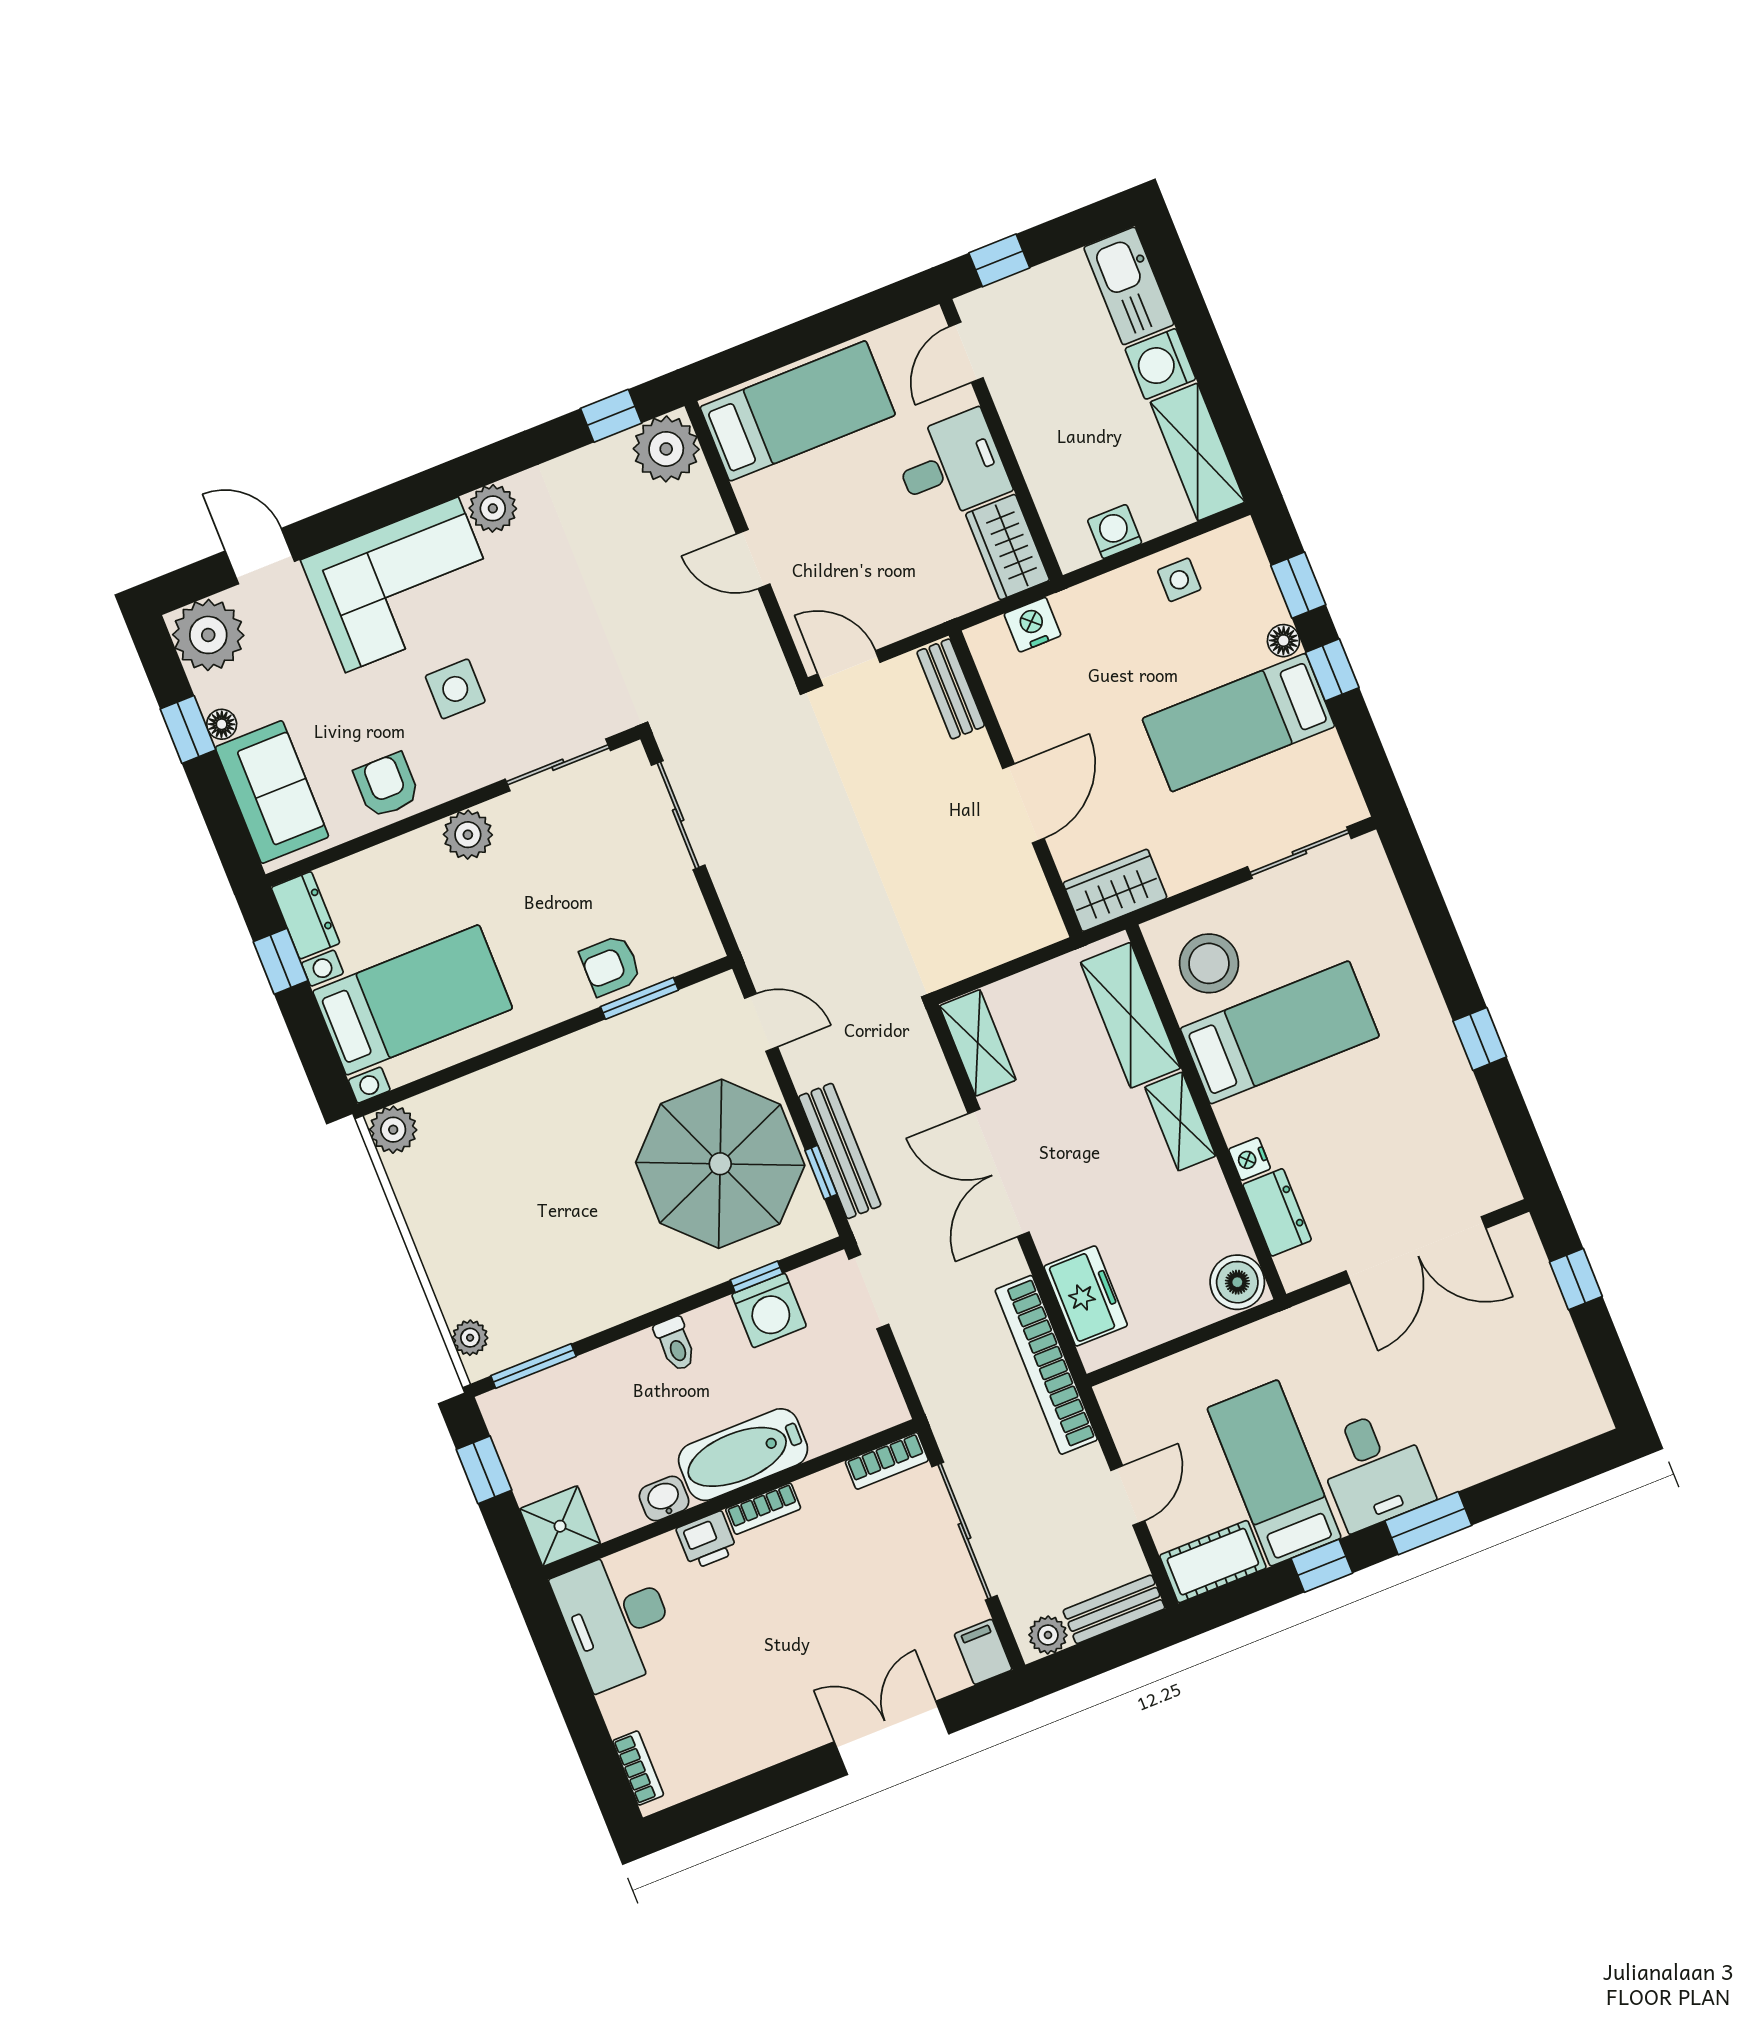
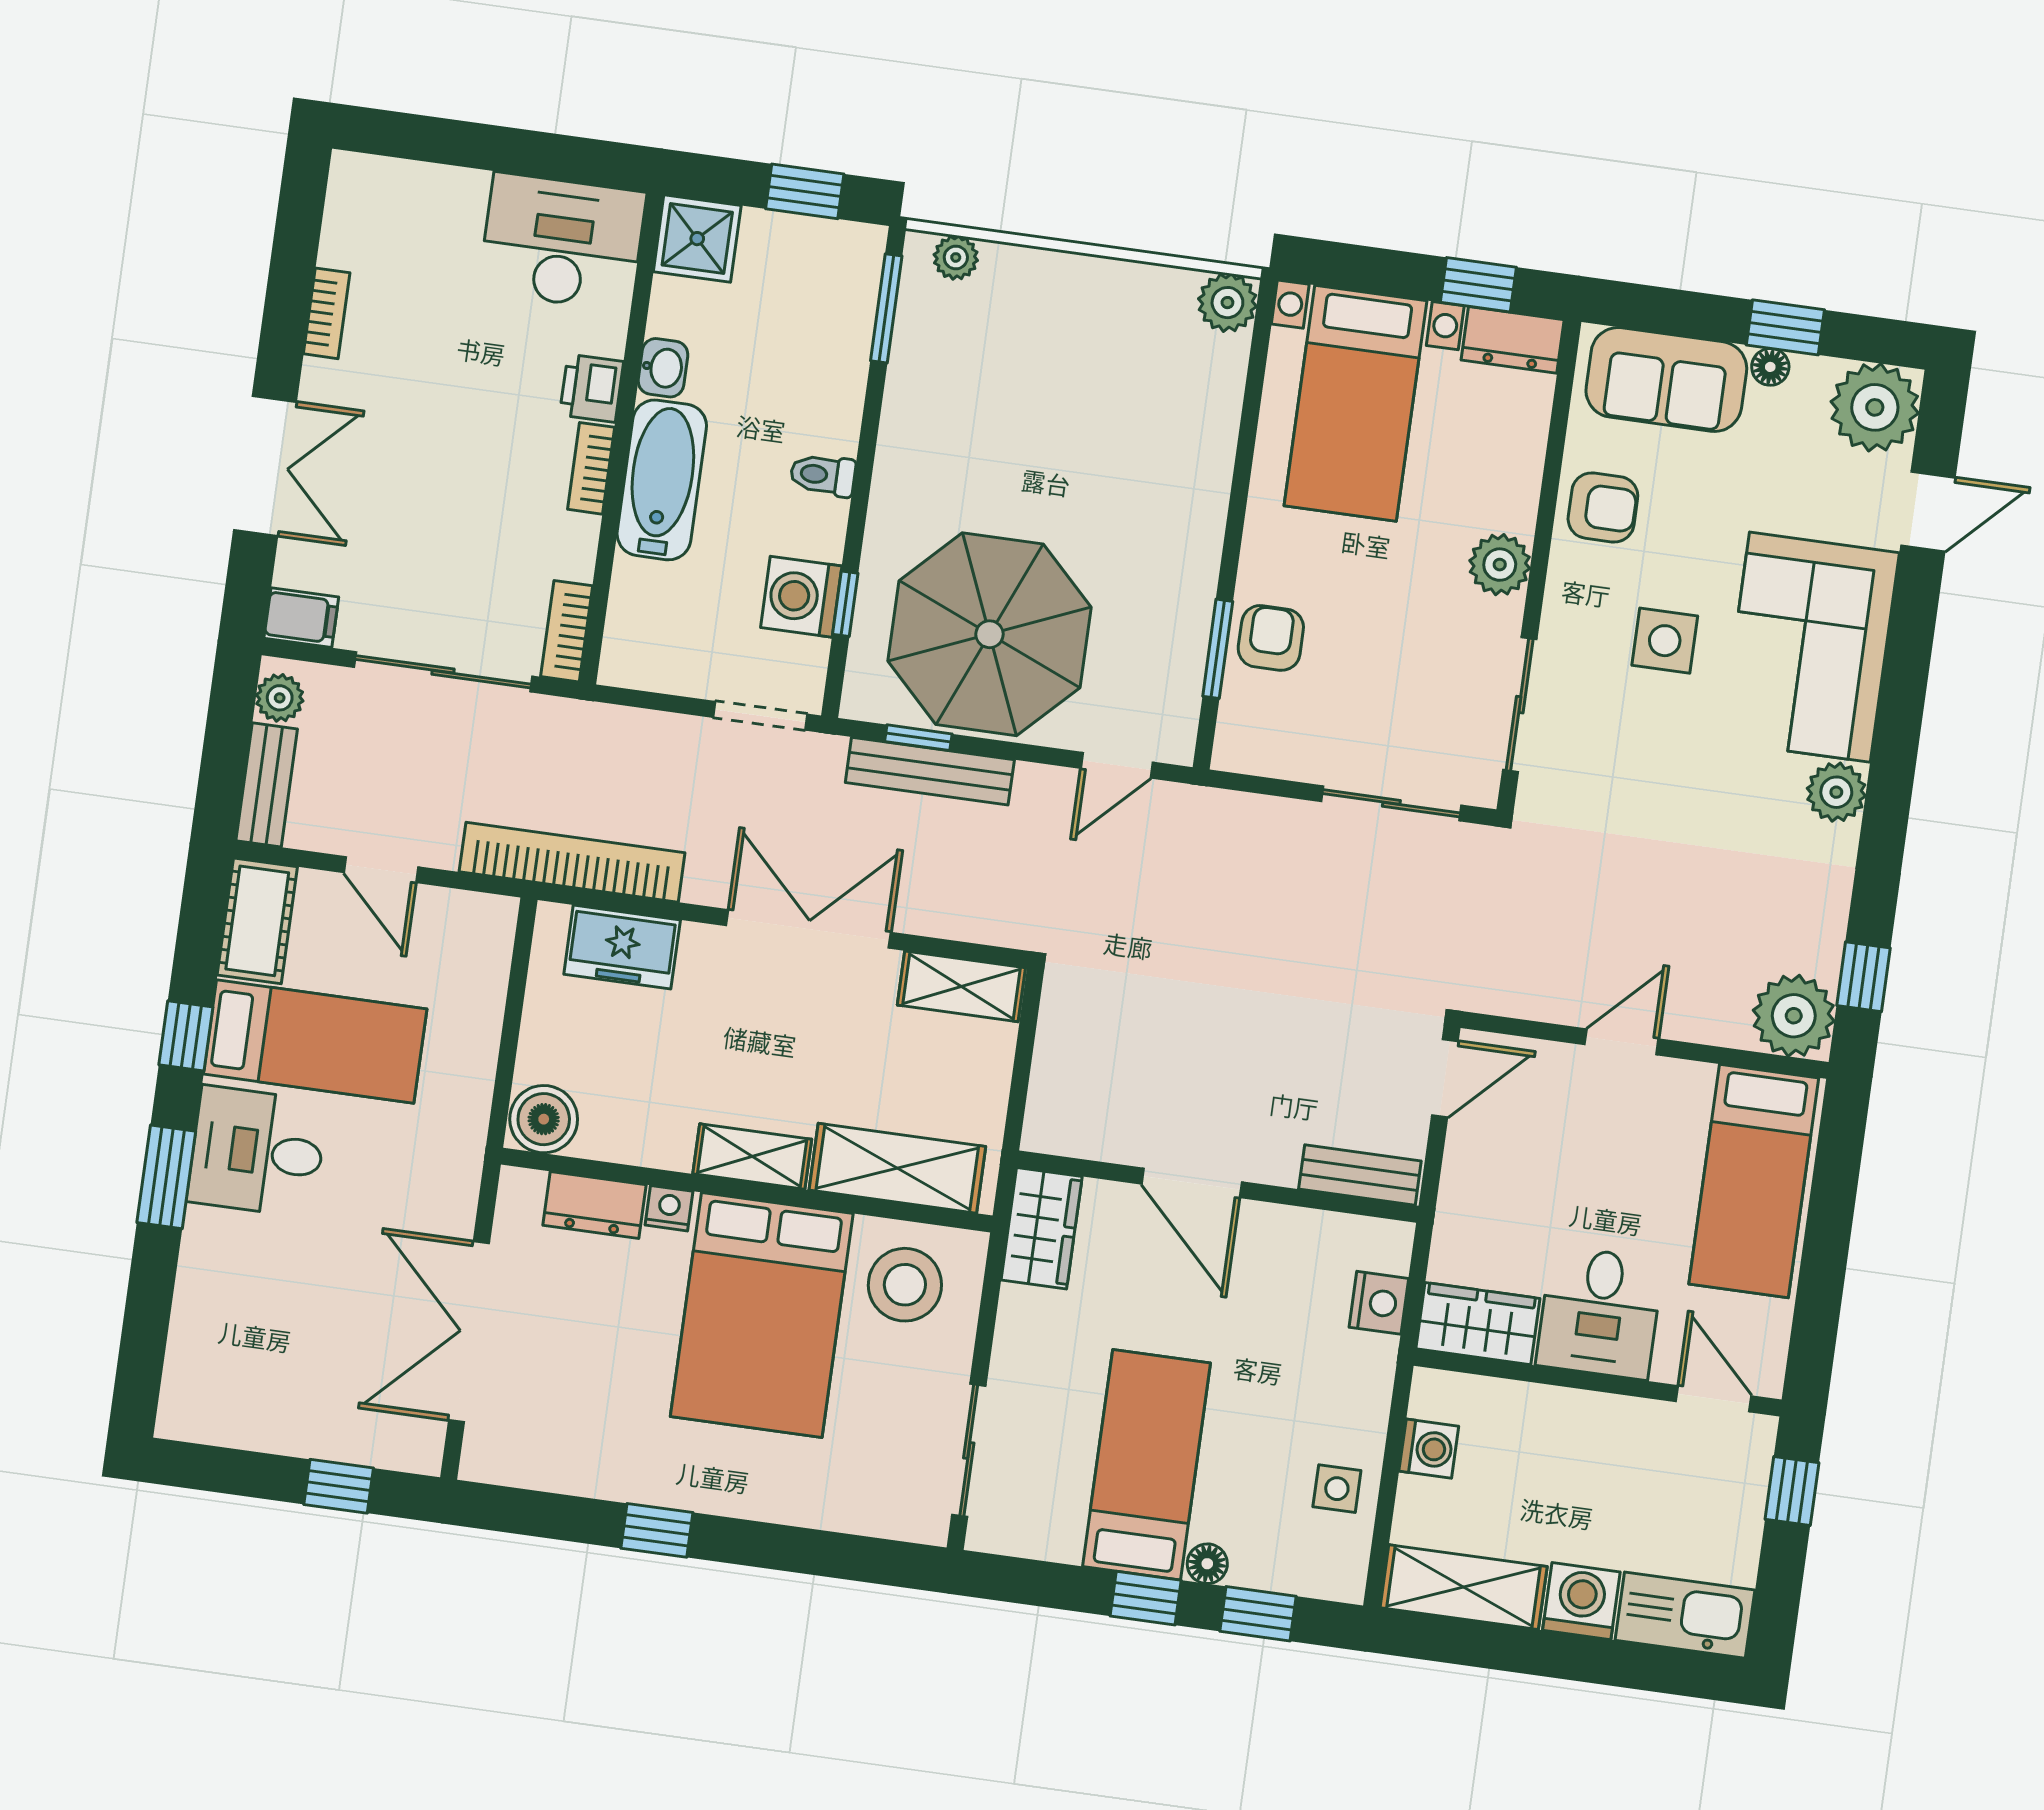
bed: (1280, 1032) -> (762, 1315), width x1.50
bookcase: (638, 1768) -> (327, 313), moved, turned -90

